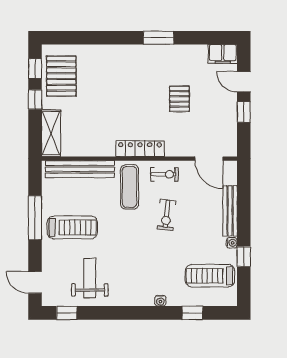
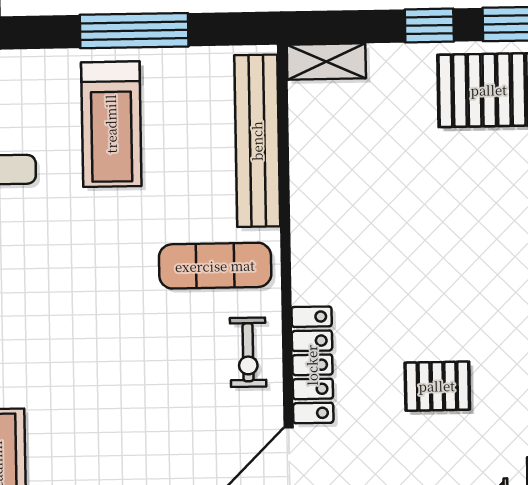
shelving: (51, 133) -> (326, 62), width x0.67, depth x0.75
locker: (140, 149) -> (312, 365), moved
exercise bike: (166, 215) -> (147, 359), removed

